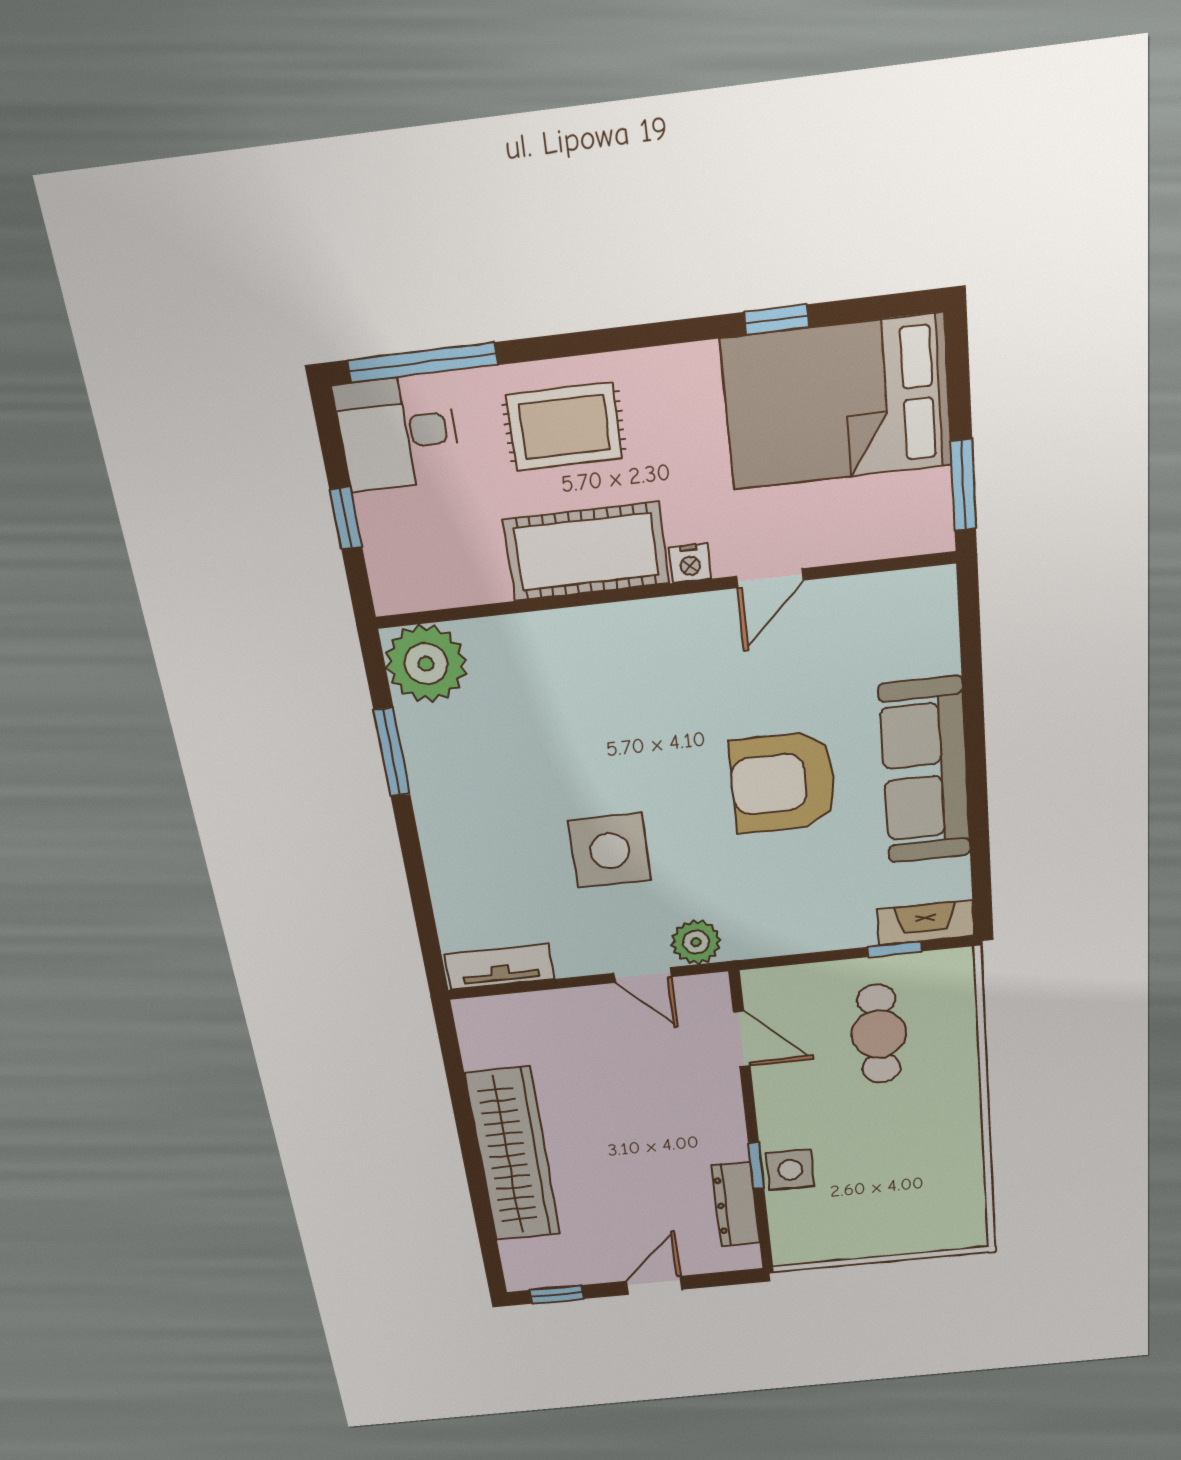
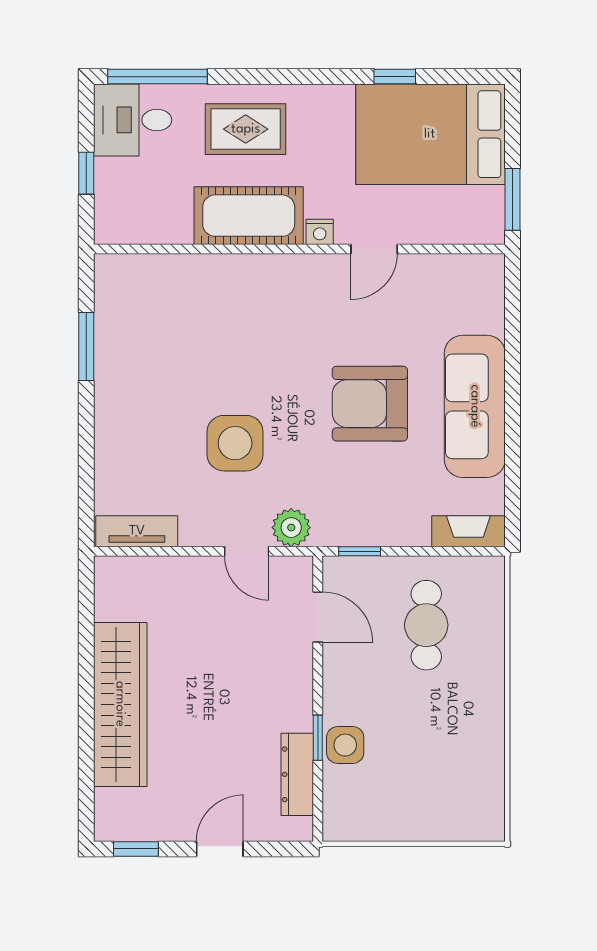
plant: (426, 664) -> (123, 283), removed
window: (894, 949) -> (360, 551), moved

